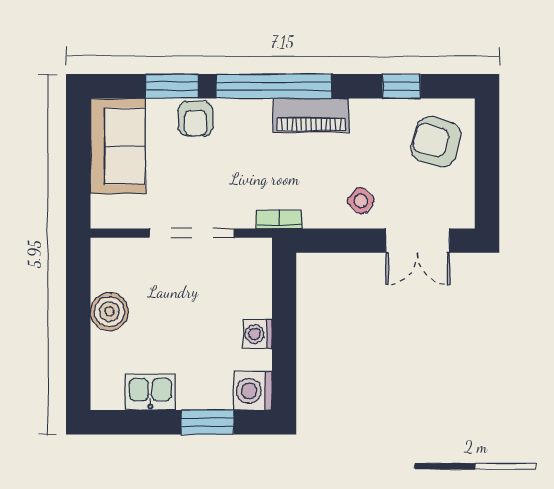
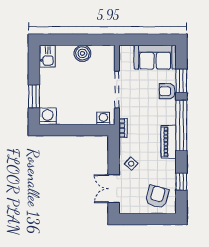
washing machine: (258, 334) -> (103, 118), moved
kitchen sink: (150, 392) -> (47, 56), moved

